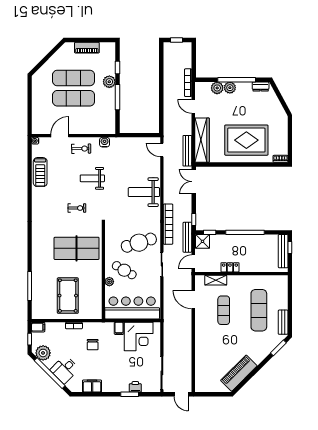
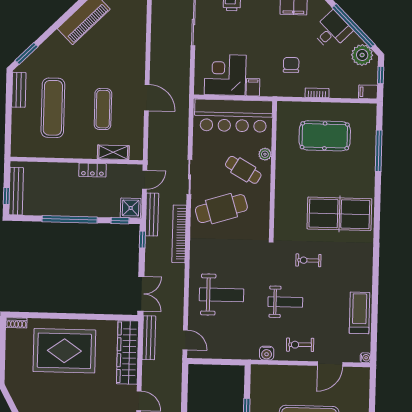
weight bench: (144, 192) -> (221, 295), moved
table tennis table: (77, 248) -> (339, 214), moved
pool table: (68, 296) -> (325, 136), turned 90
door: (193, 300) -> (147, 98), moved

